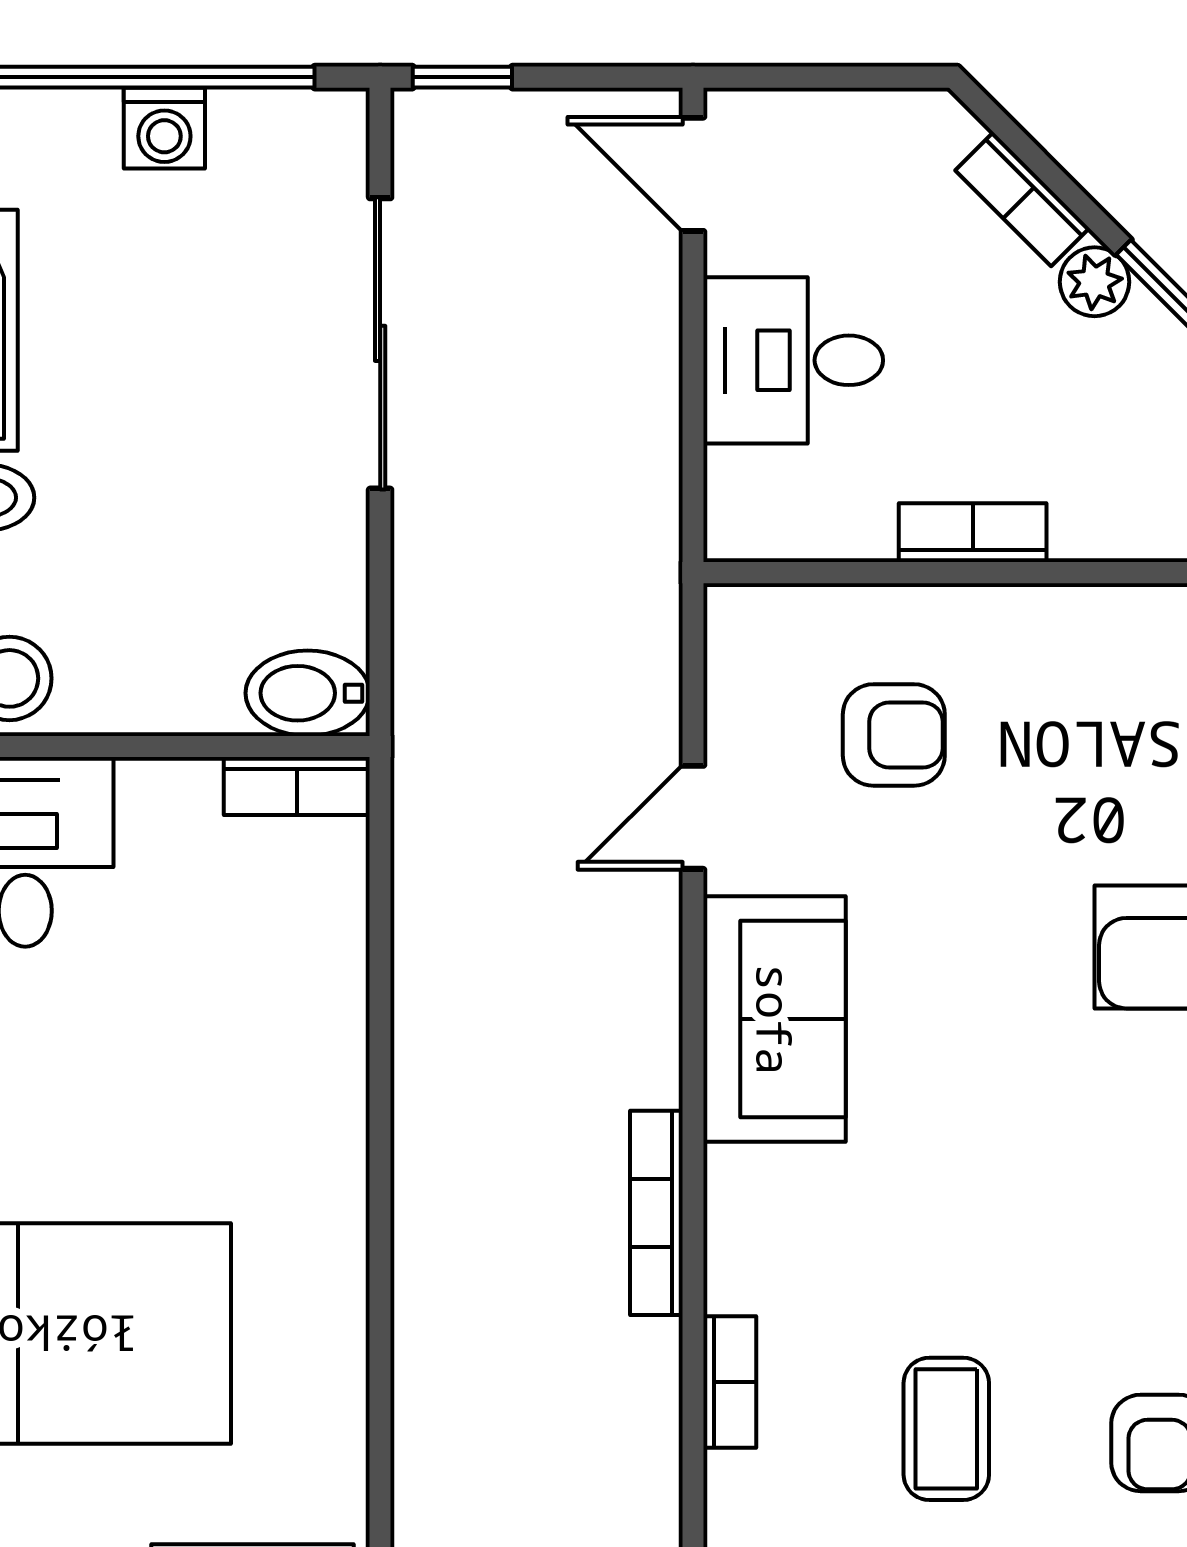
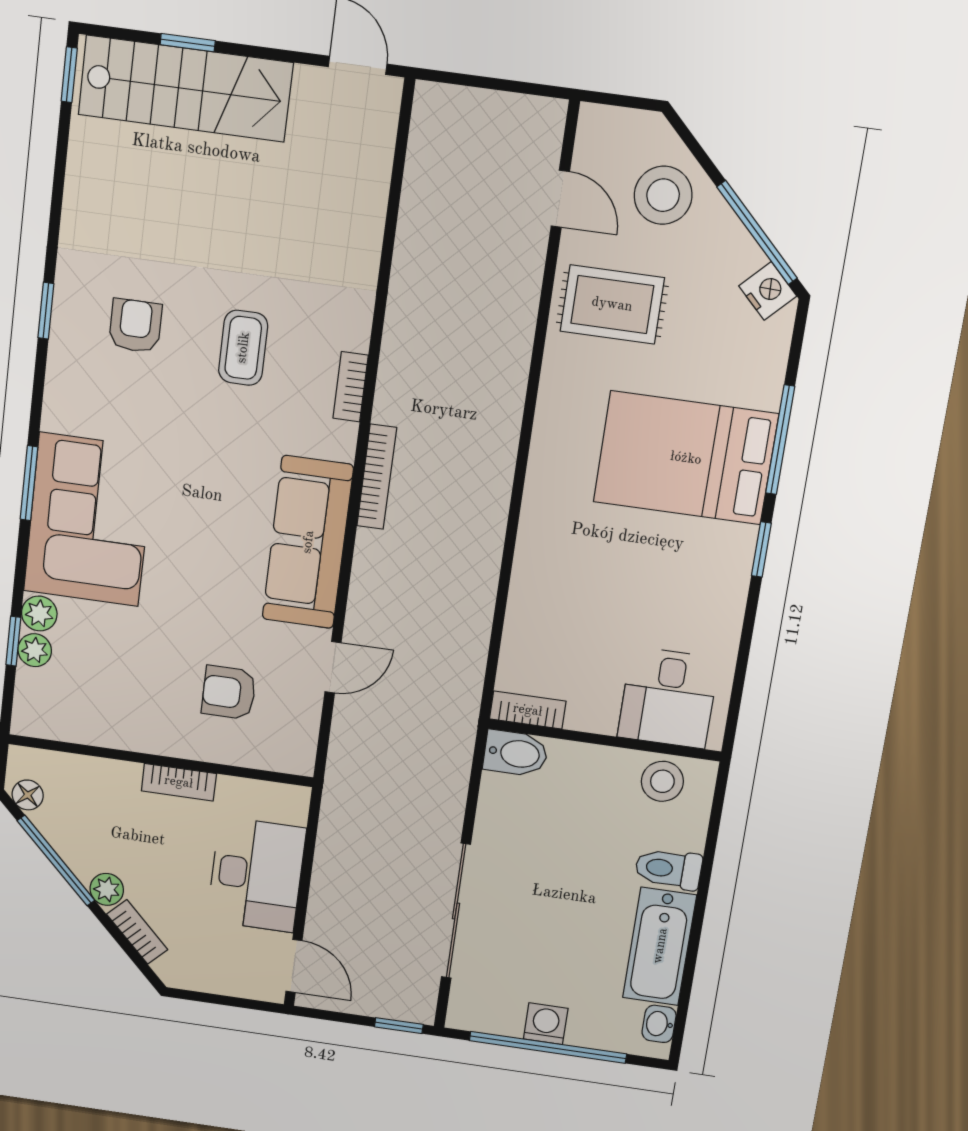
desk: (793, 360) -> (256, 874), width x1.37
sofa: (775, 1019) -> (308, 542), width x1.36

